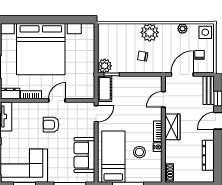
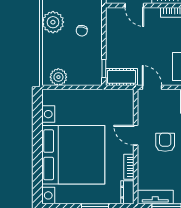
plant: (105, 66) -> (58, 77), moved
armchair: (51, 125) -> (165, 142), turned 180

